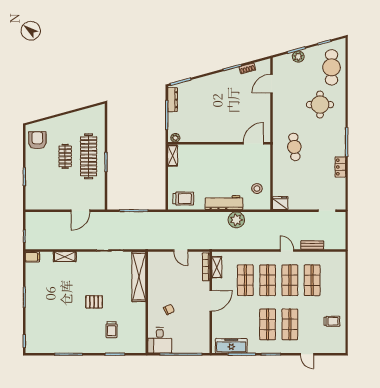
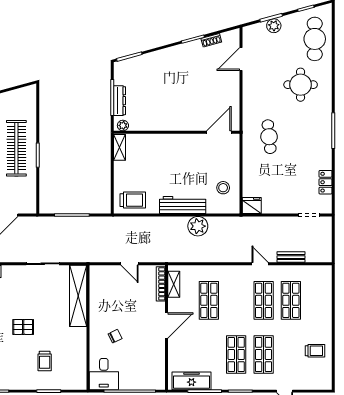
dresser: (173, 100) -> (120, 101), moved
locker: (340, 167) -> (326, 182), moved
shop shelf: (268, 280) -> (236, 300), removed

